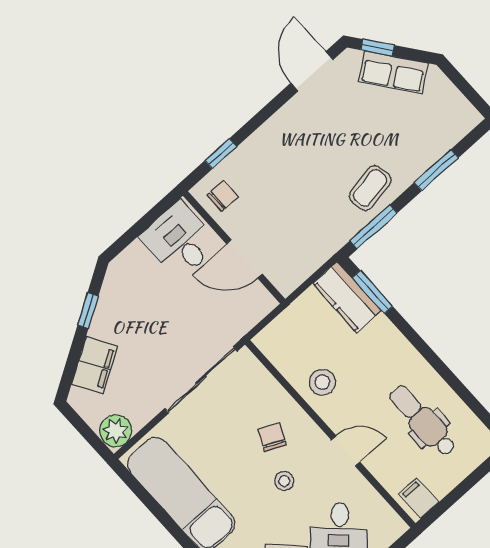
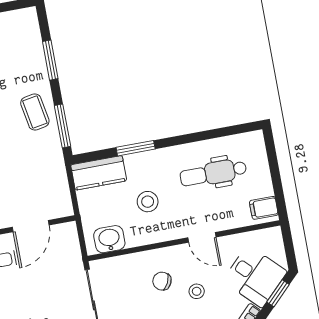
window: (372, 292) -> (136, 148), moved
washbasin: (283, 352) -> (109, 239), added
stool: (322, 382) -> (148, 202), moved
door: (346, 451) -> (202, 237), swing flipped

